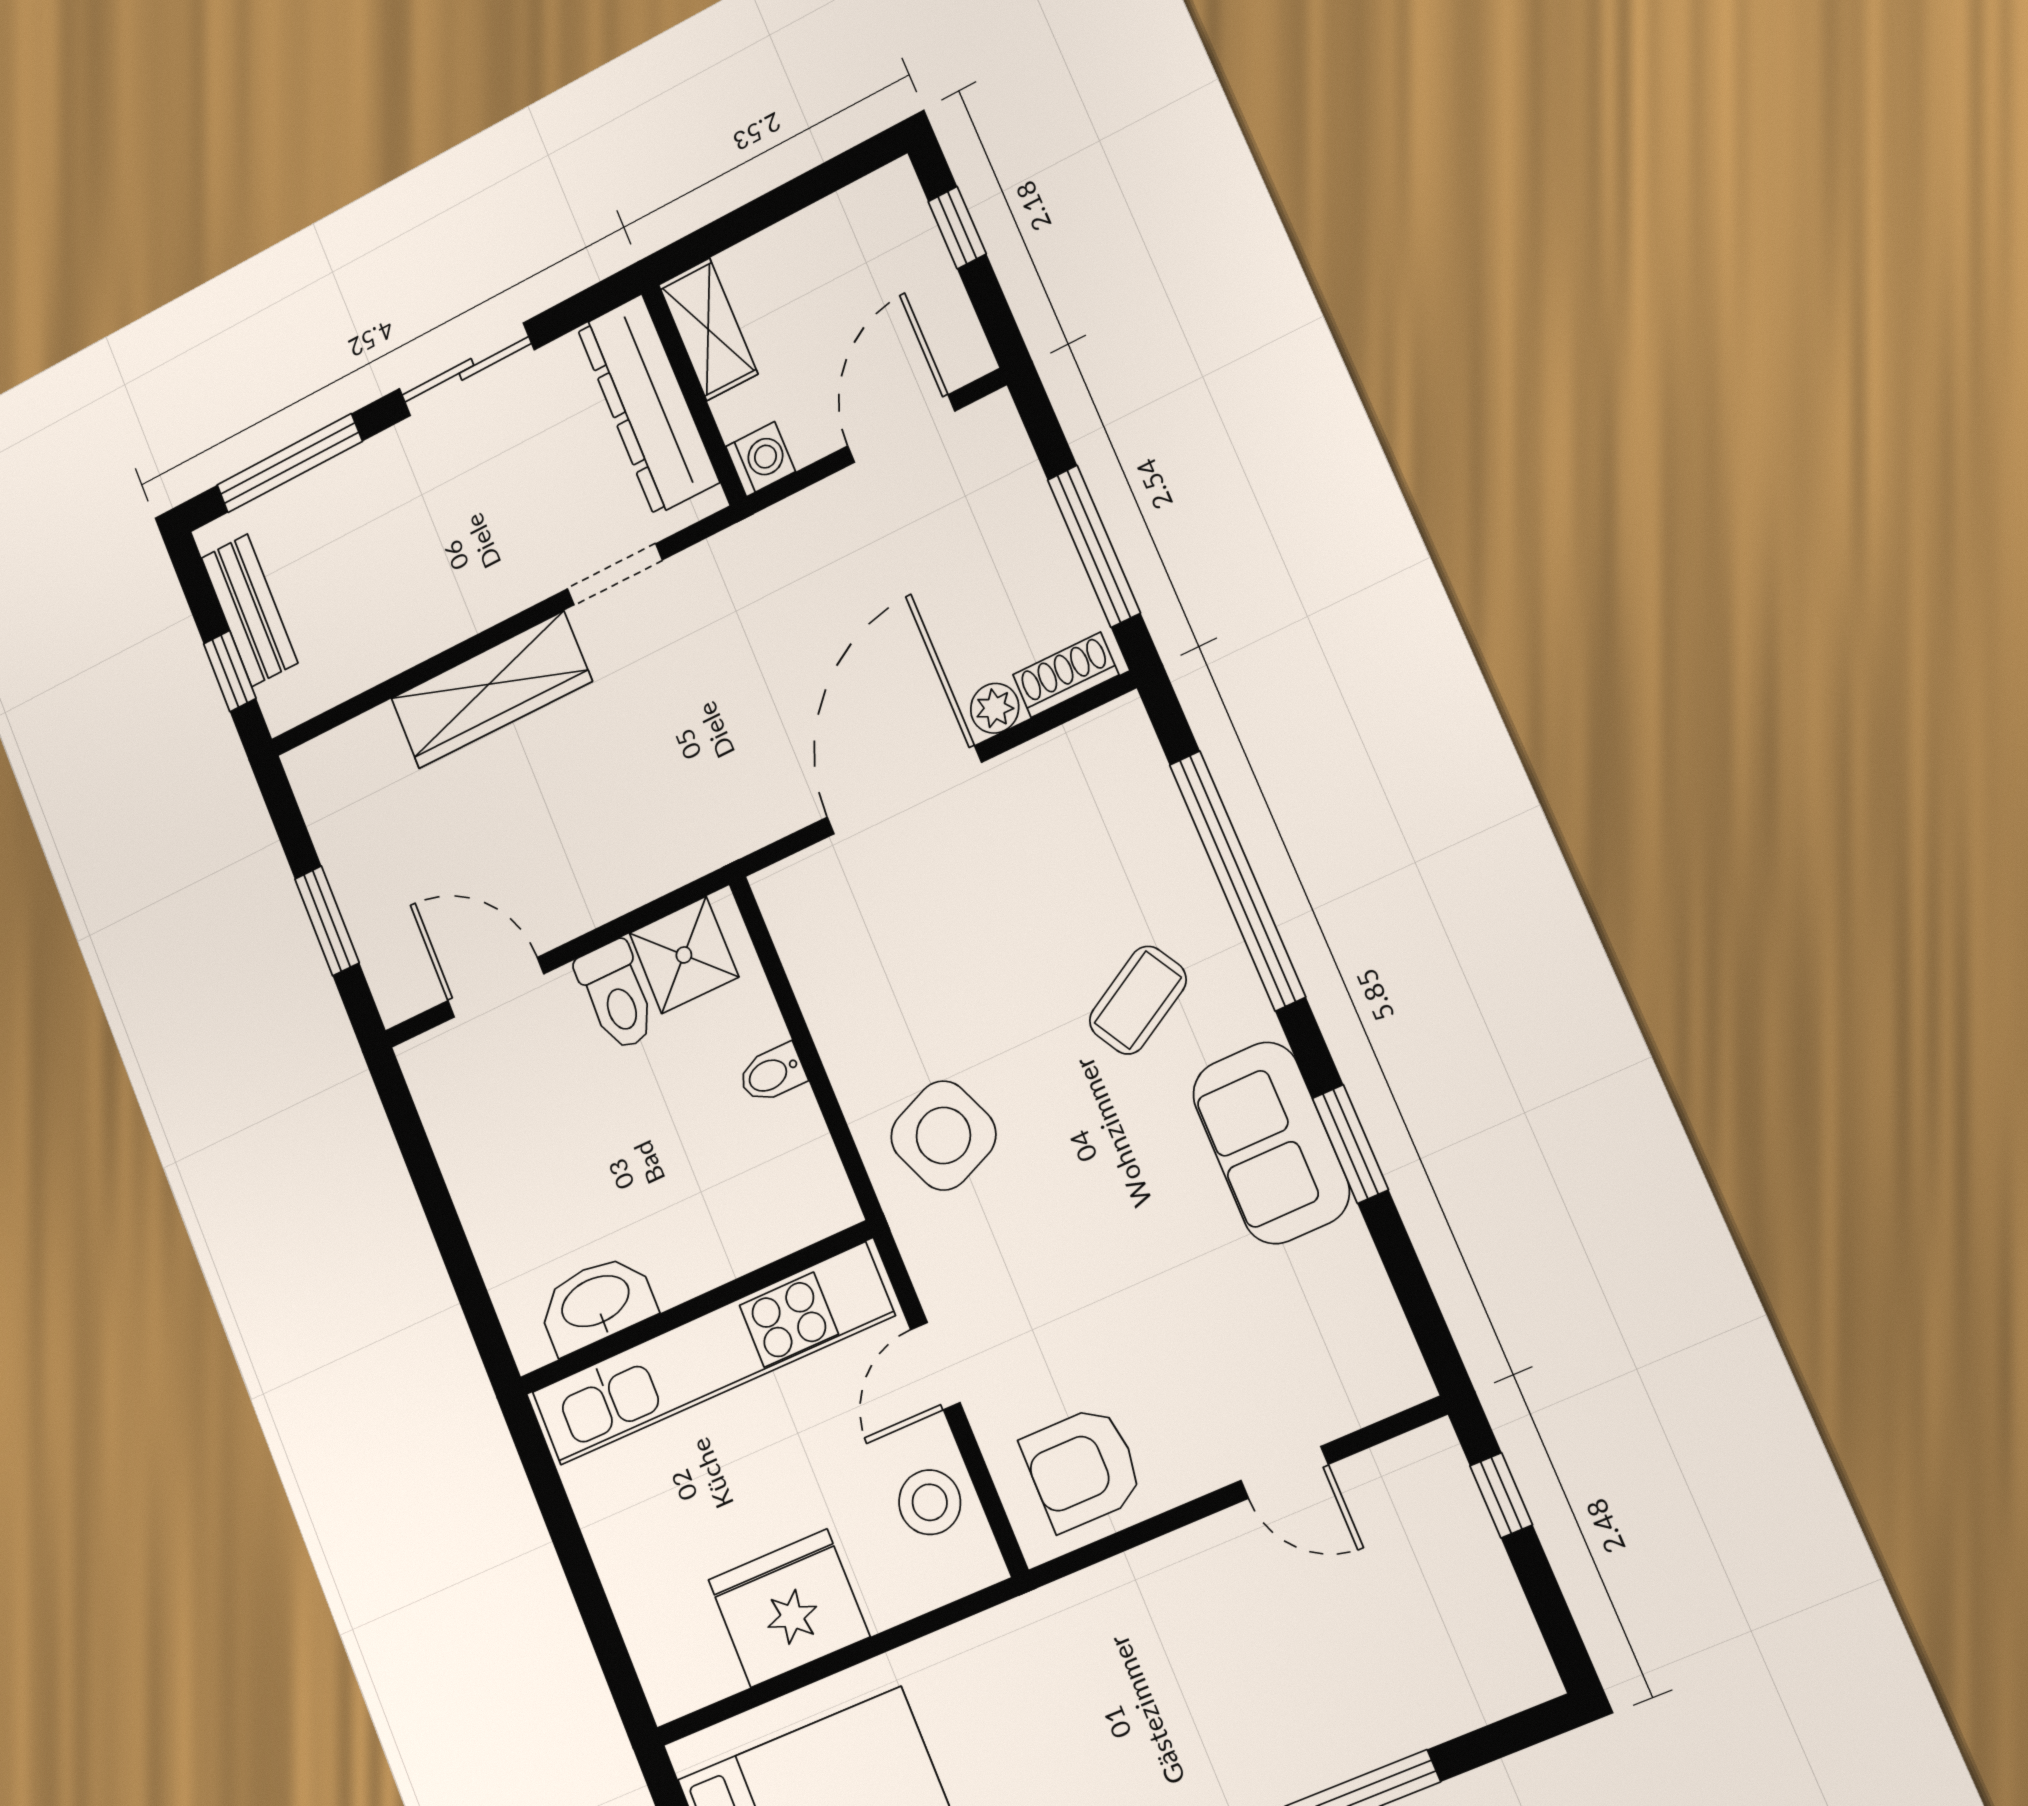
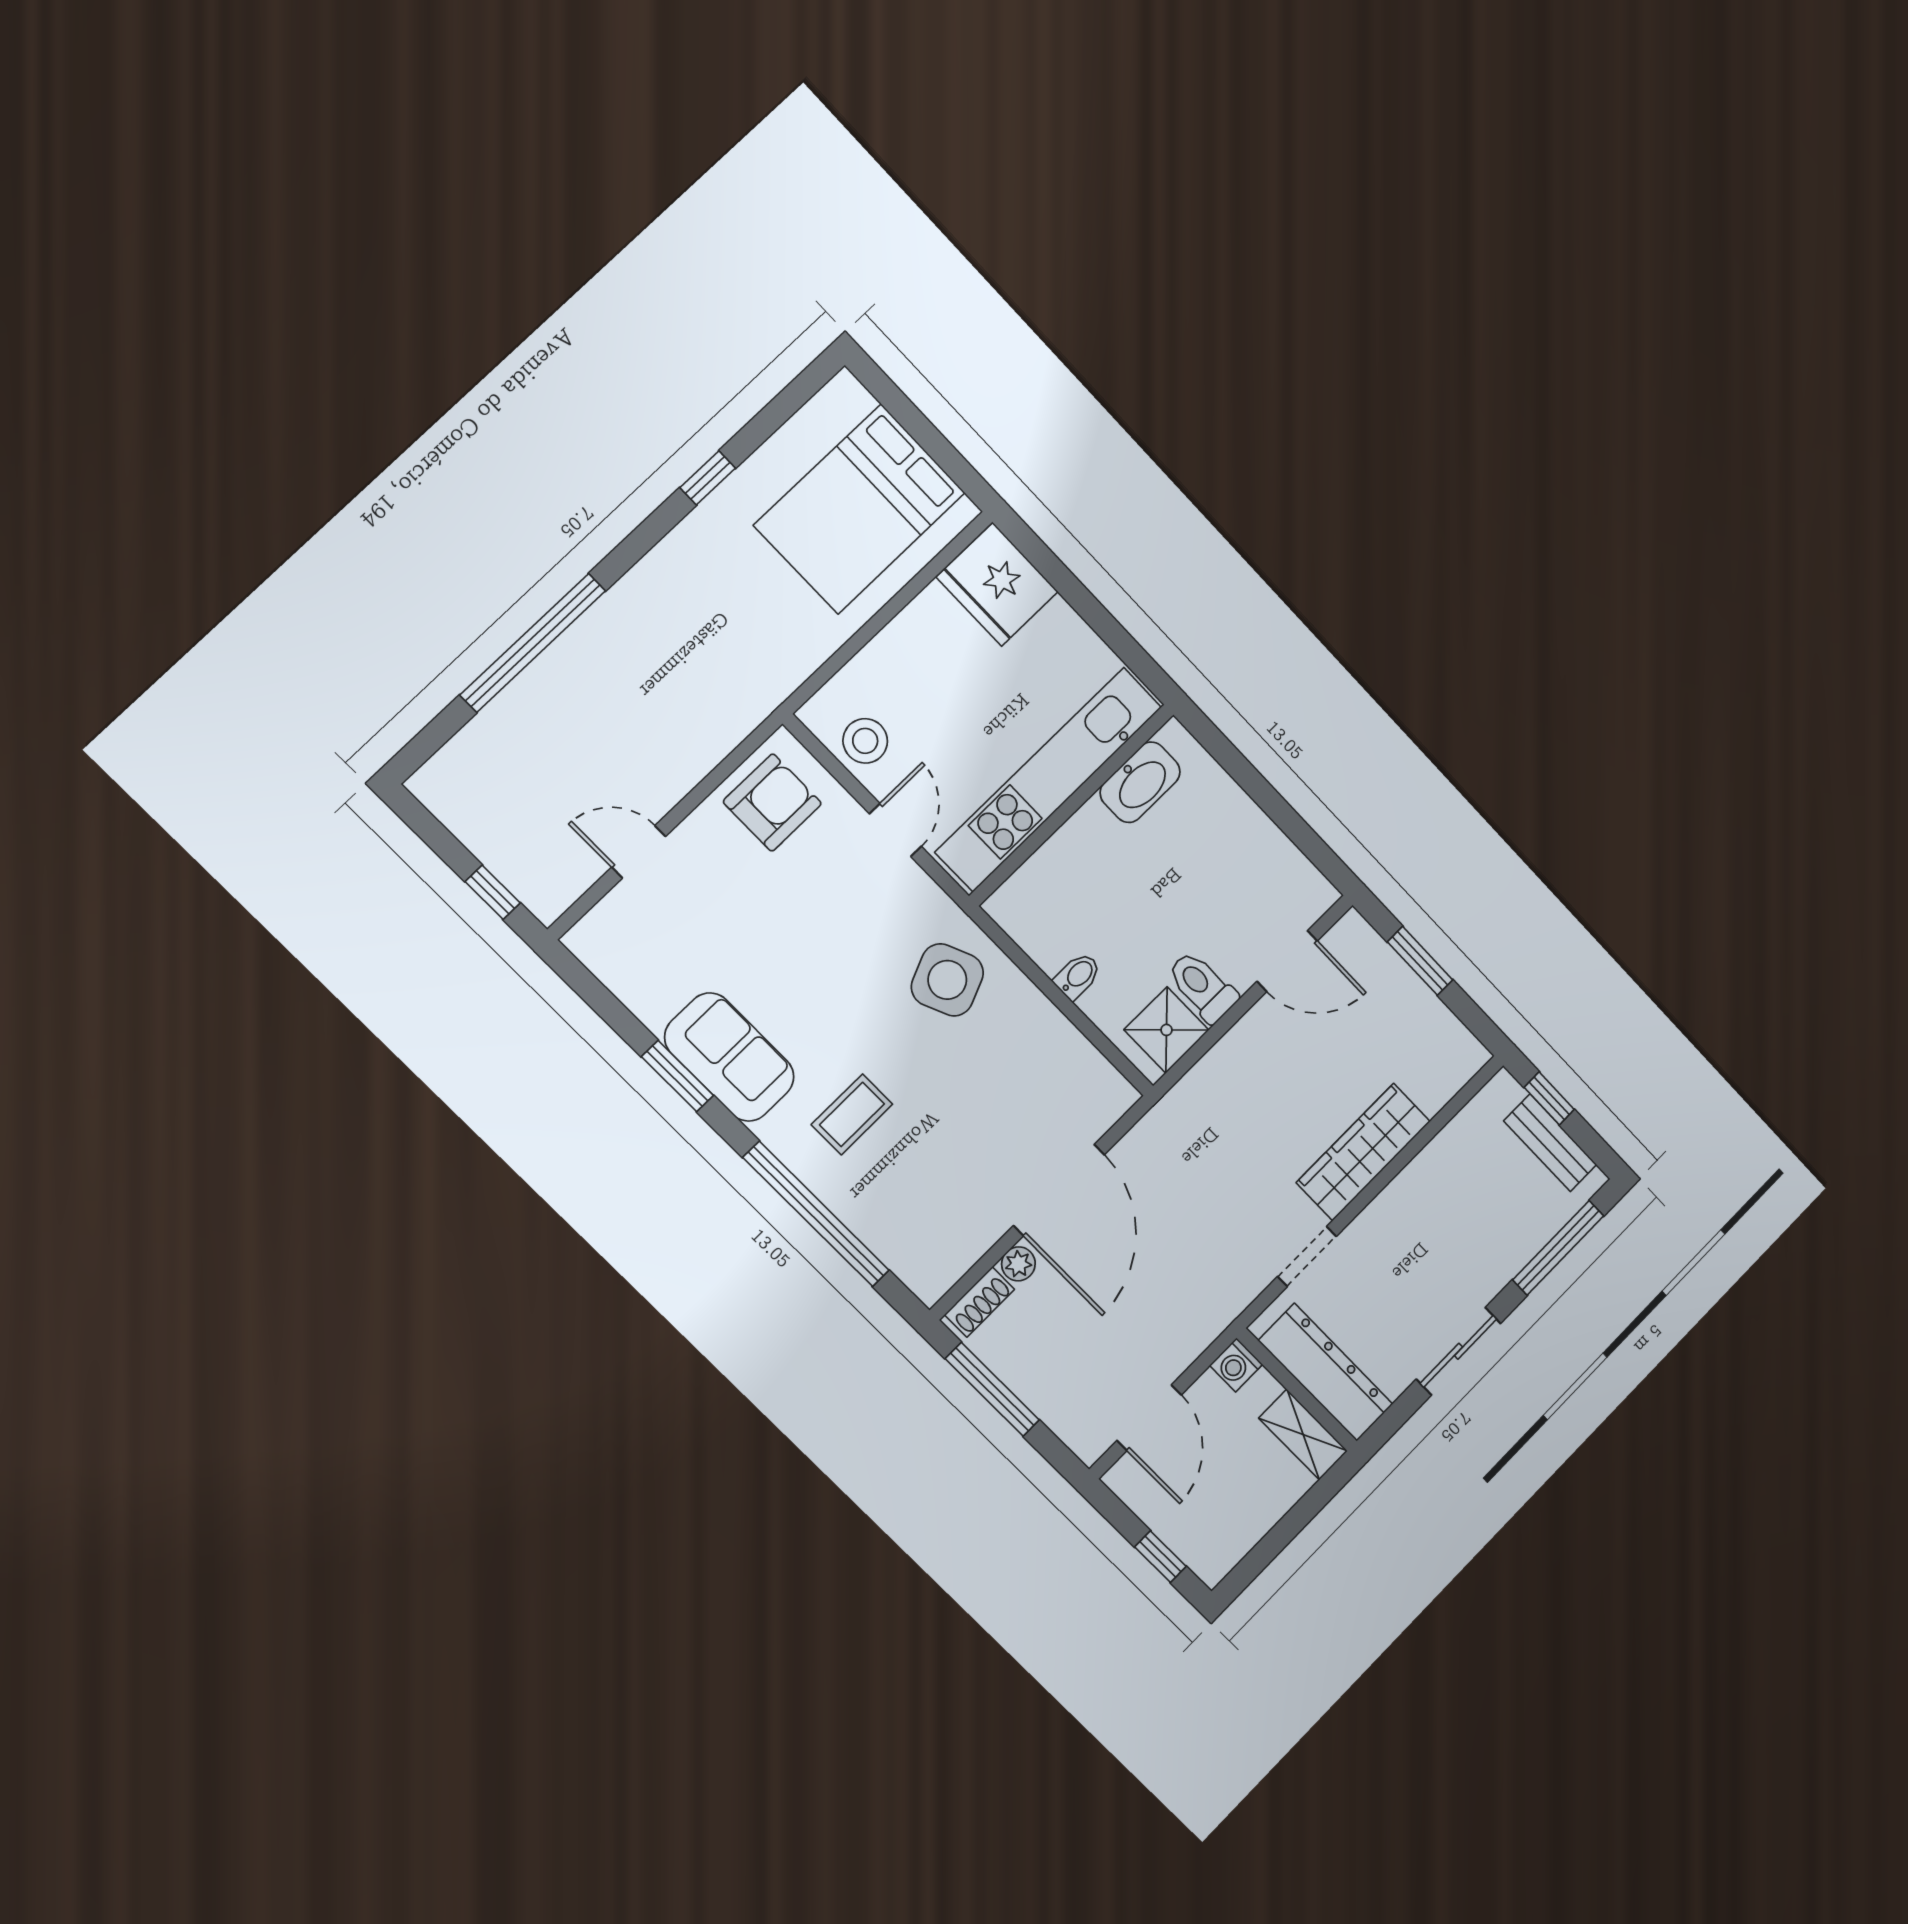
coffee table: (1138, 1000) -> (852, 1114), turned 30
fridge: (789, 1608) -> (997, 584), moved, turned 90

